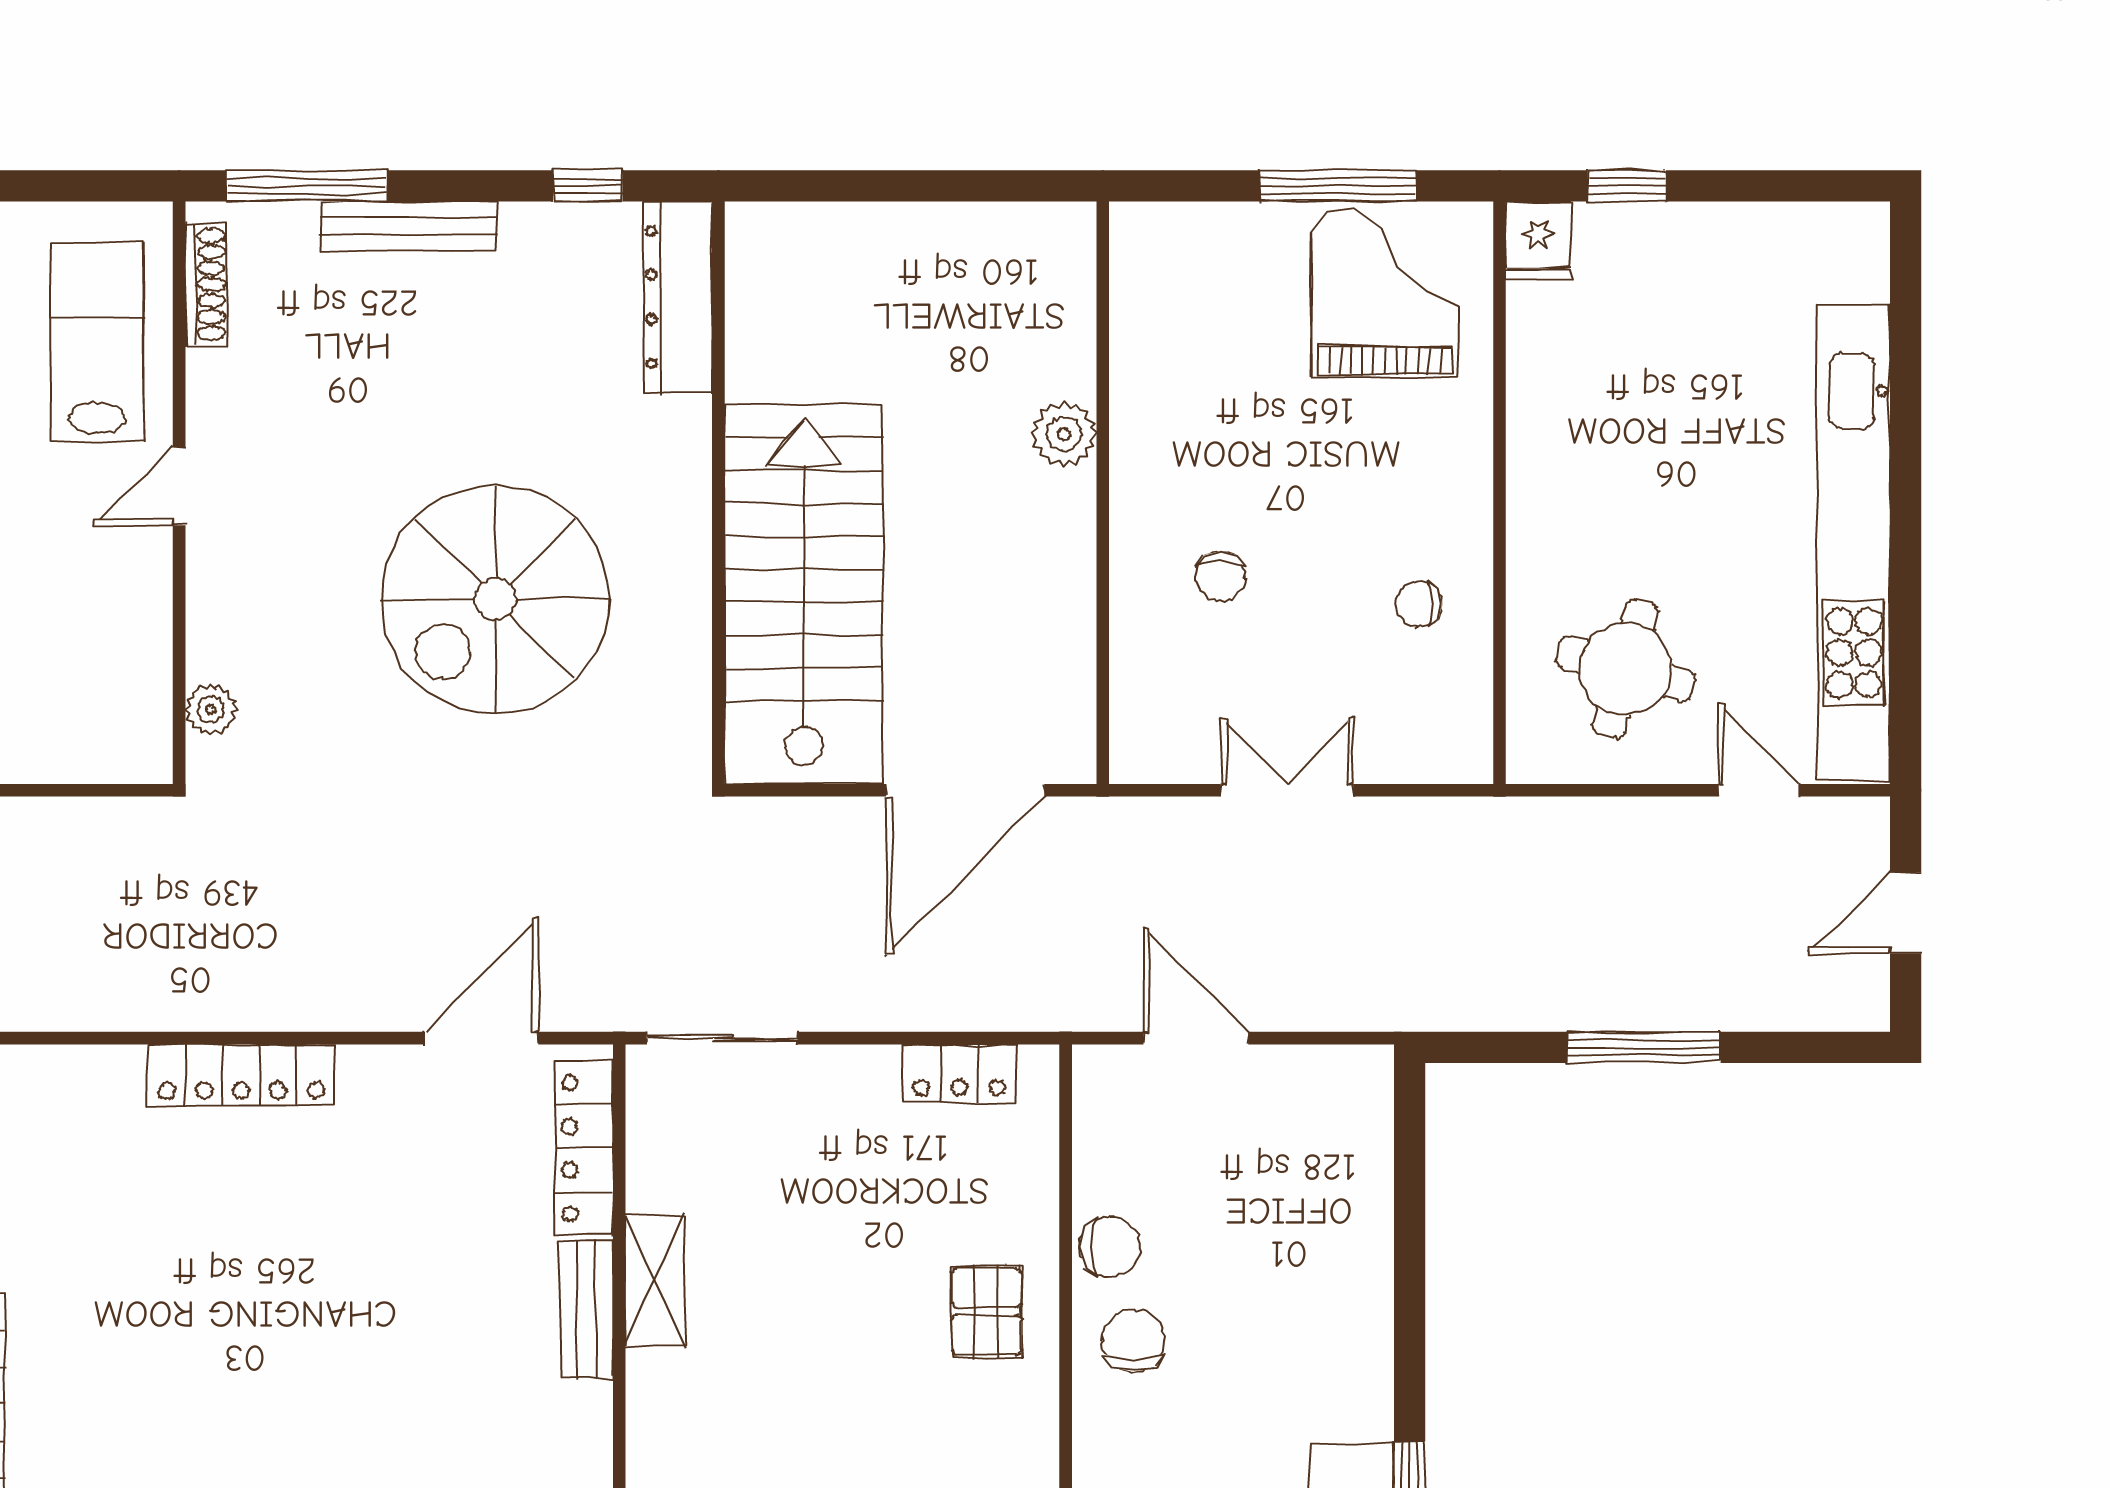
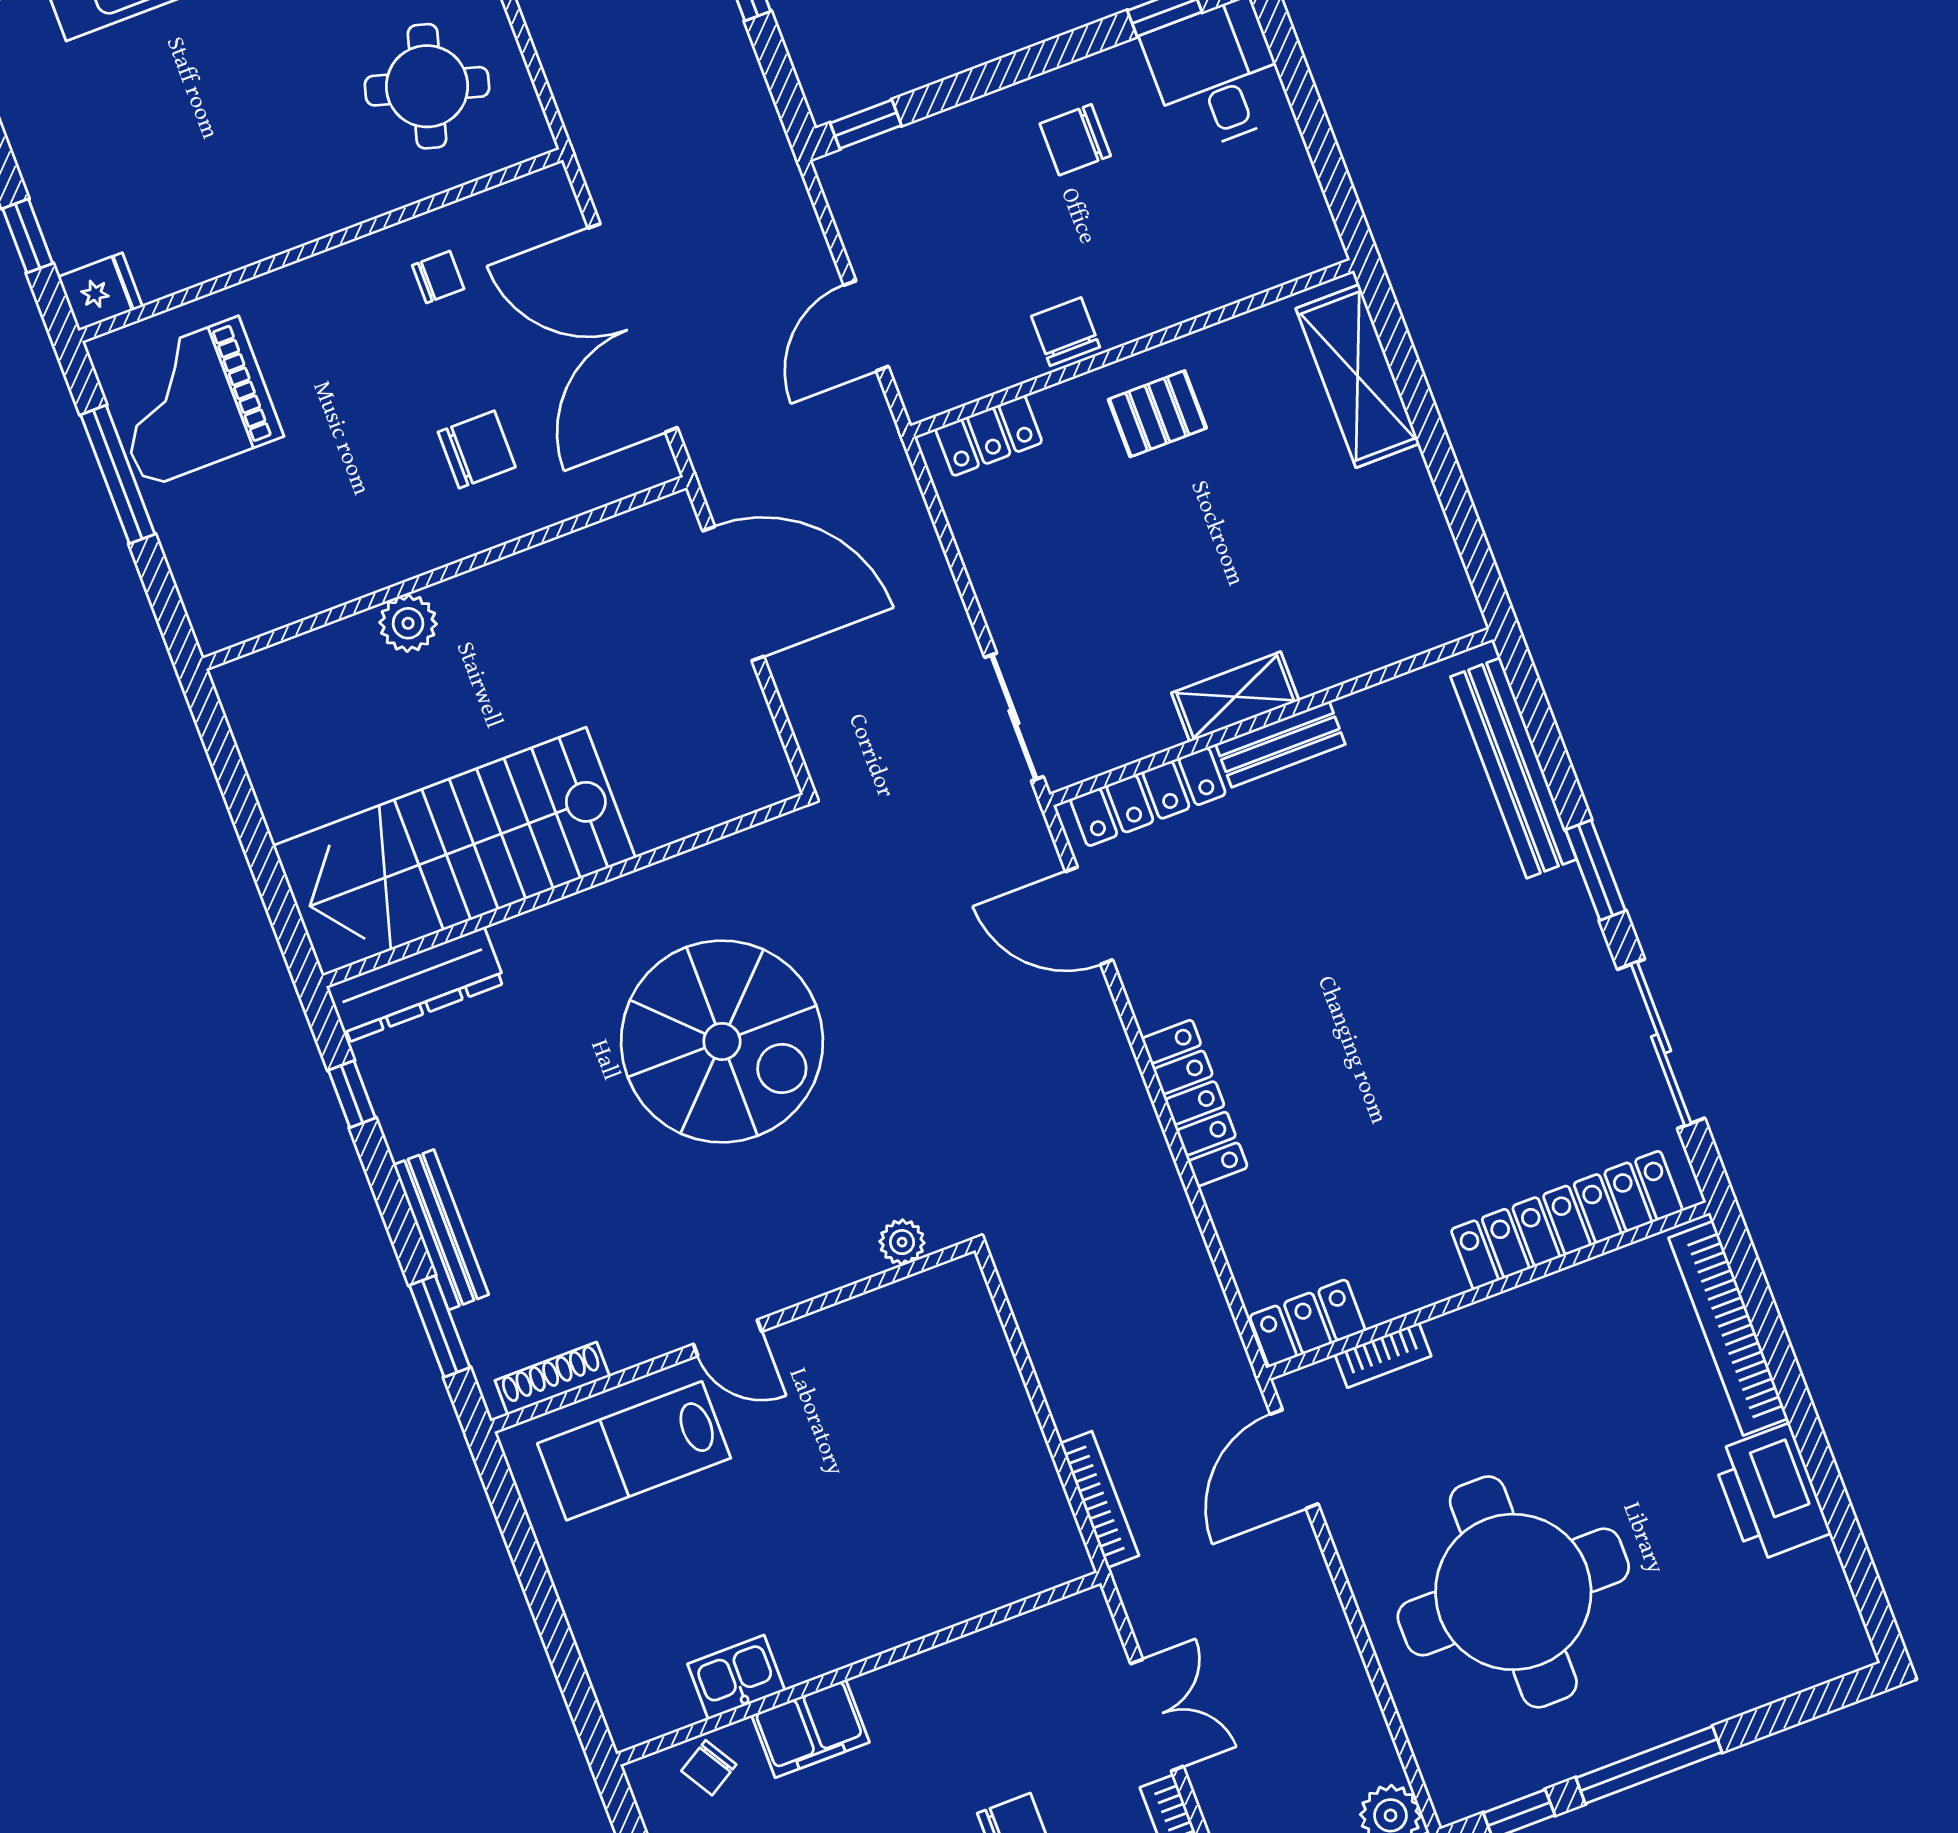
window: (307, 186) -> (440, 1326), width x0.69
chair: (1221, 576) -> (477, 449), width x1.37, depth x1.37
stairs: (804, 594) -> (454, 852), moved
chair: (1419, 604) -> (438, 277), turned -90
double door: (1287, 790) -> (633, 328), width x1.87
locker: (959, 1073) -> (989, 436), moved, turned 90
window: (1410, 1119) -> (866, 124), added
chair: (1133, 1341) -> (1075, 140), moved

